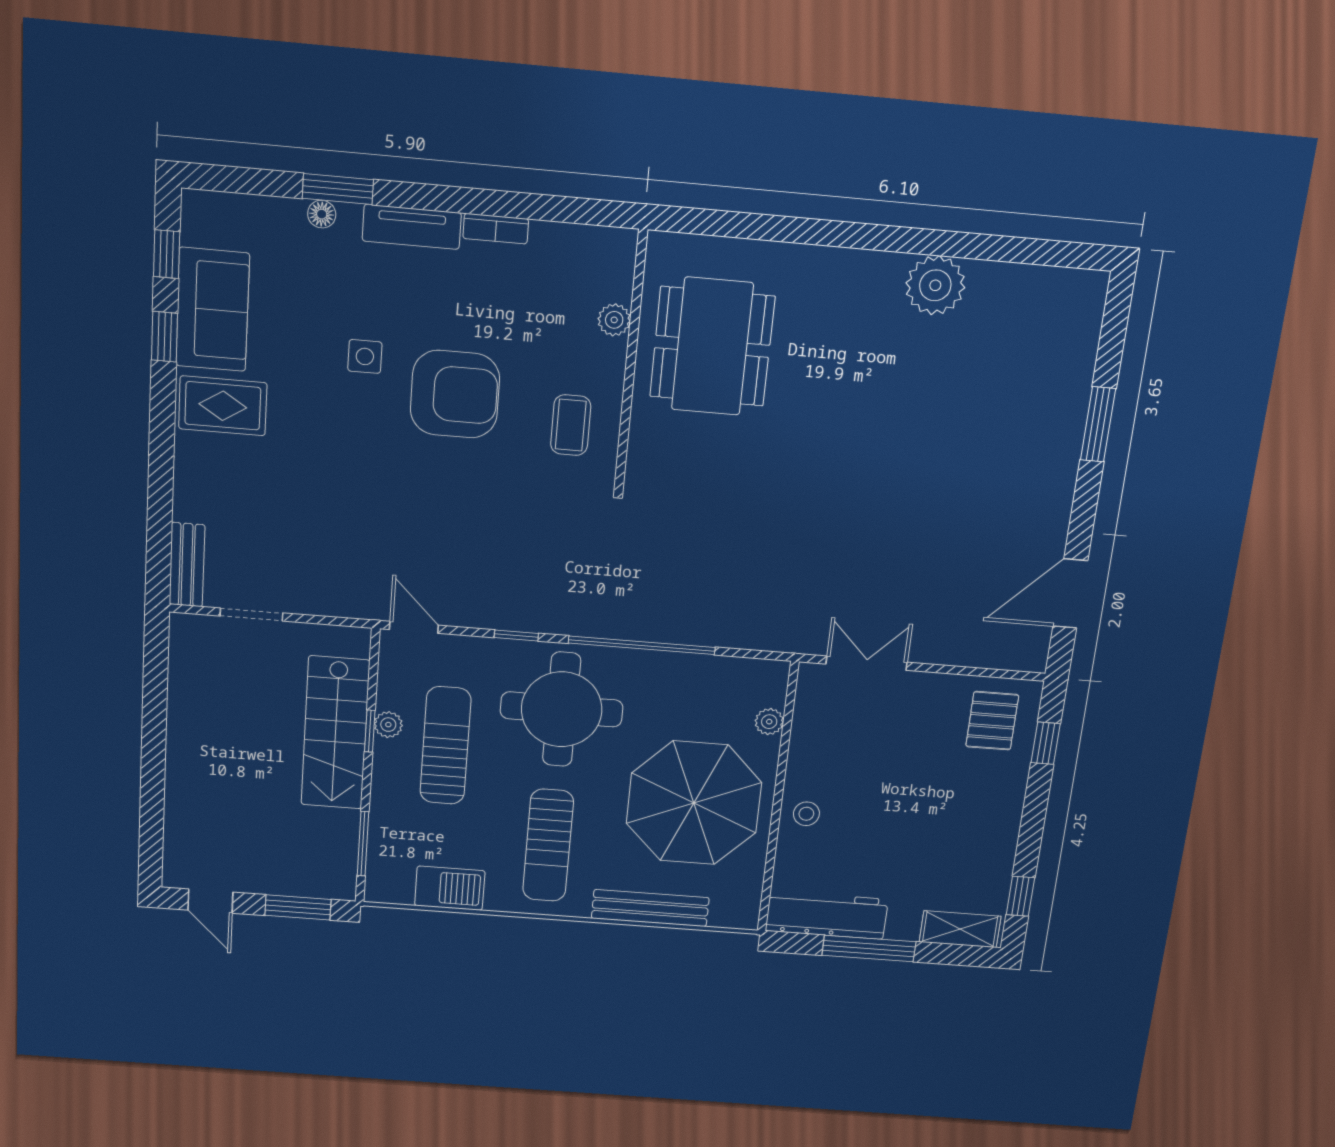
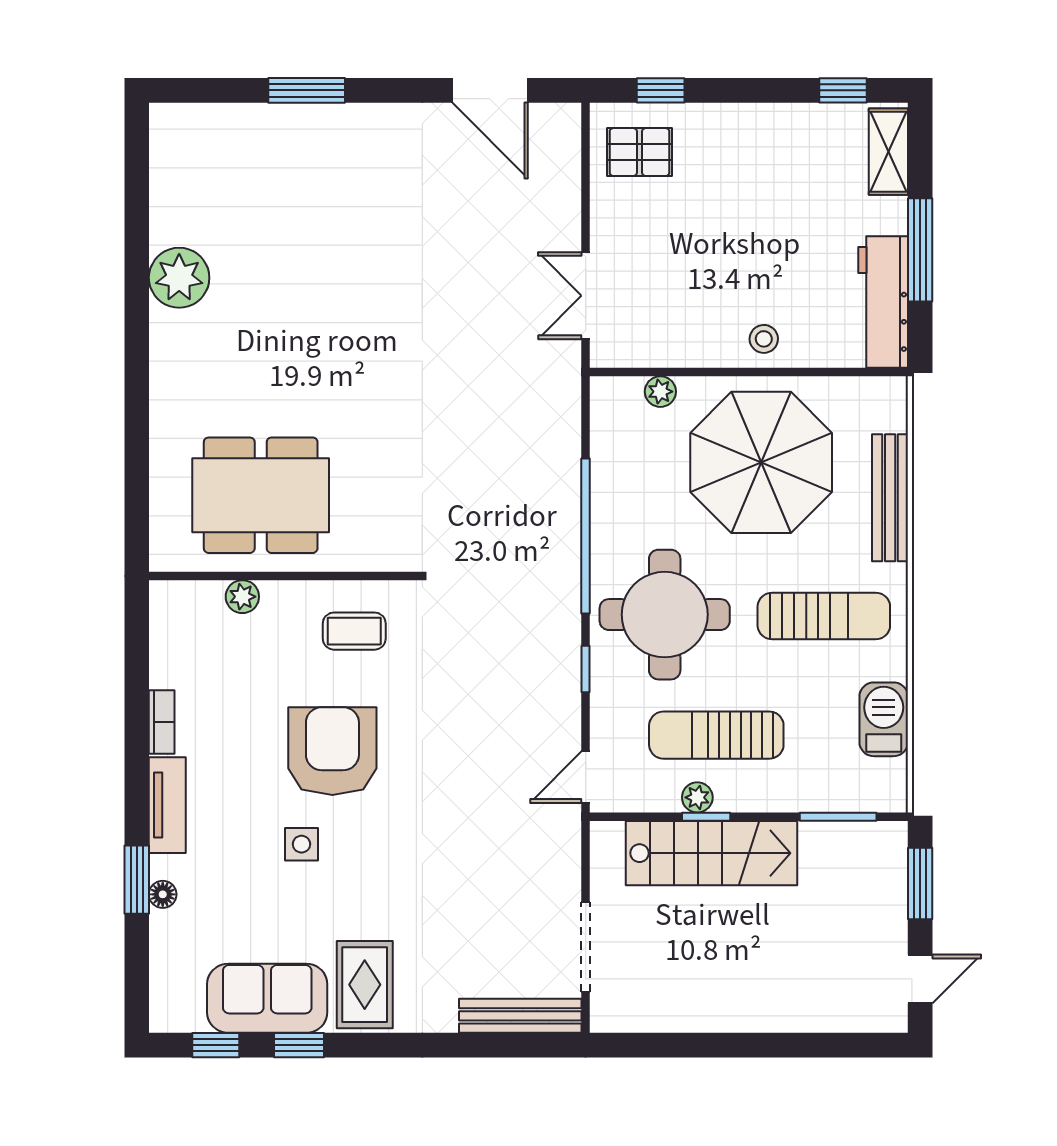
bench: (187, 565) -> (520, 1016), width x1.36
doorway: (251, 614) -> (586, 947), width x1.38

